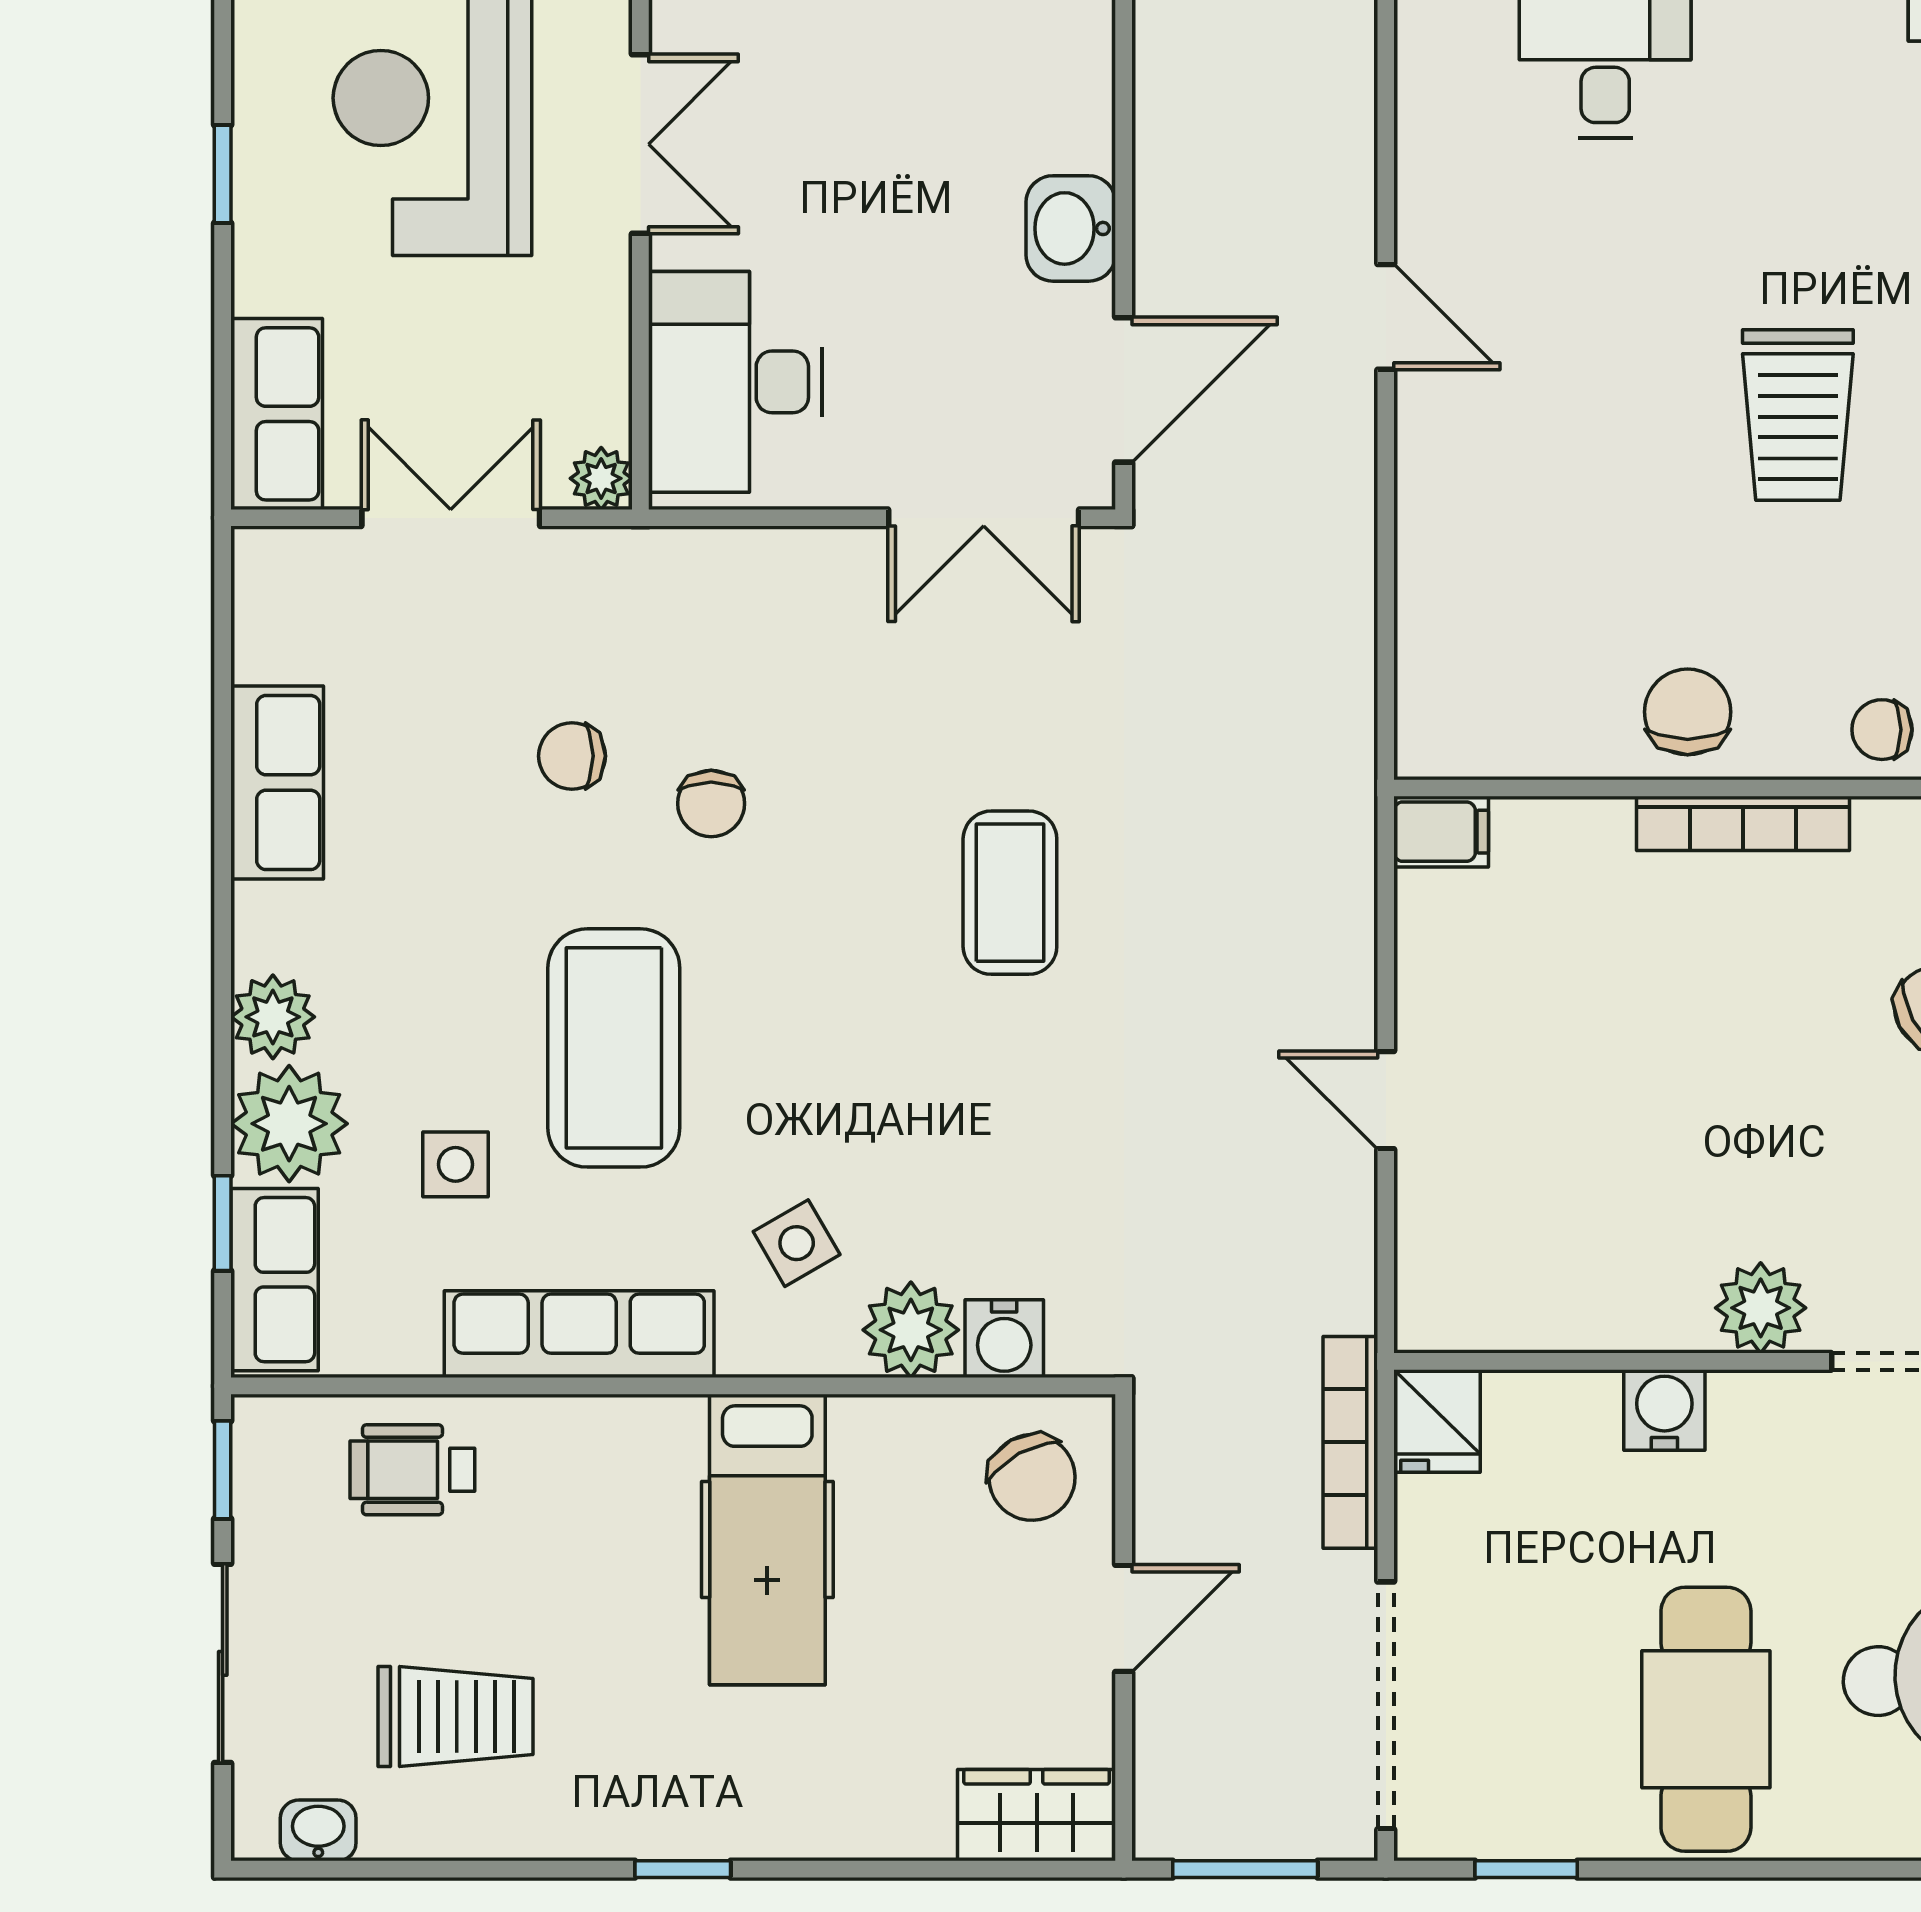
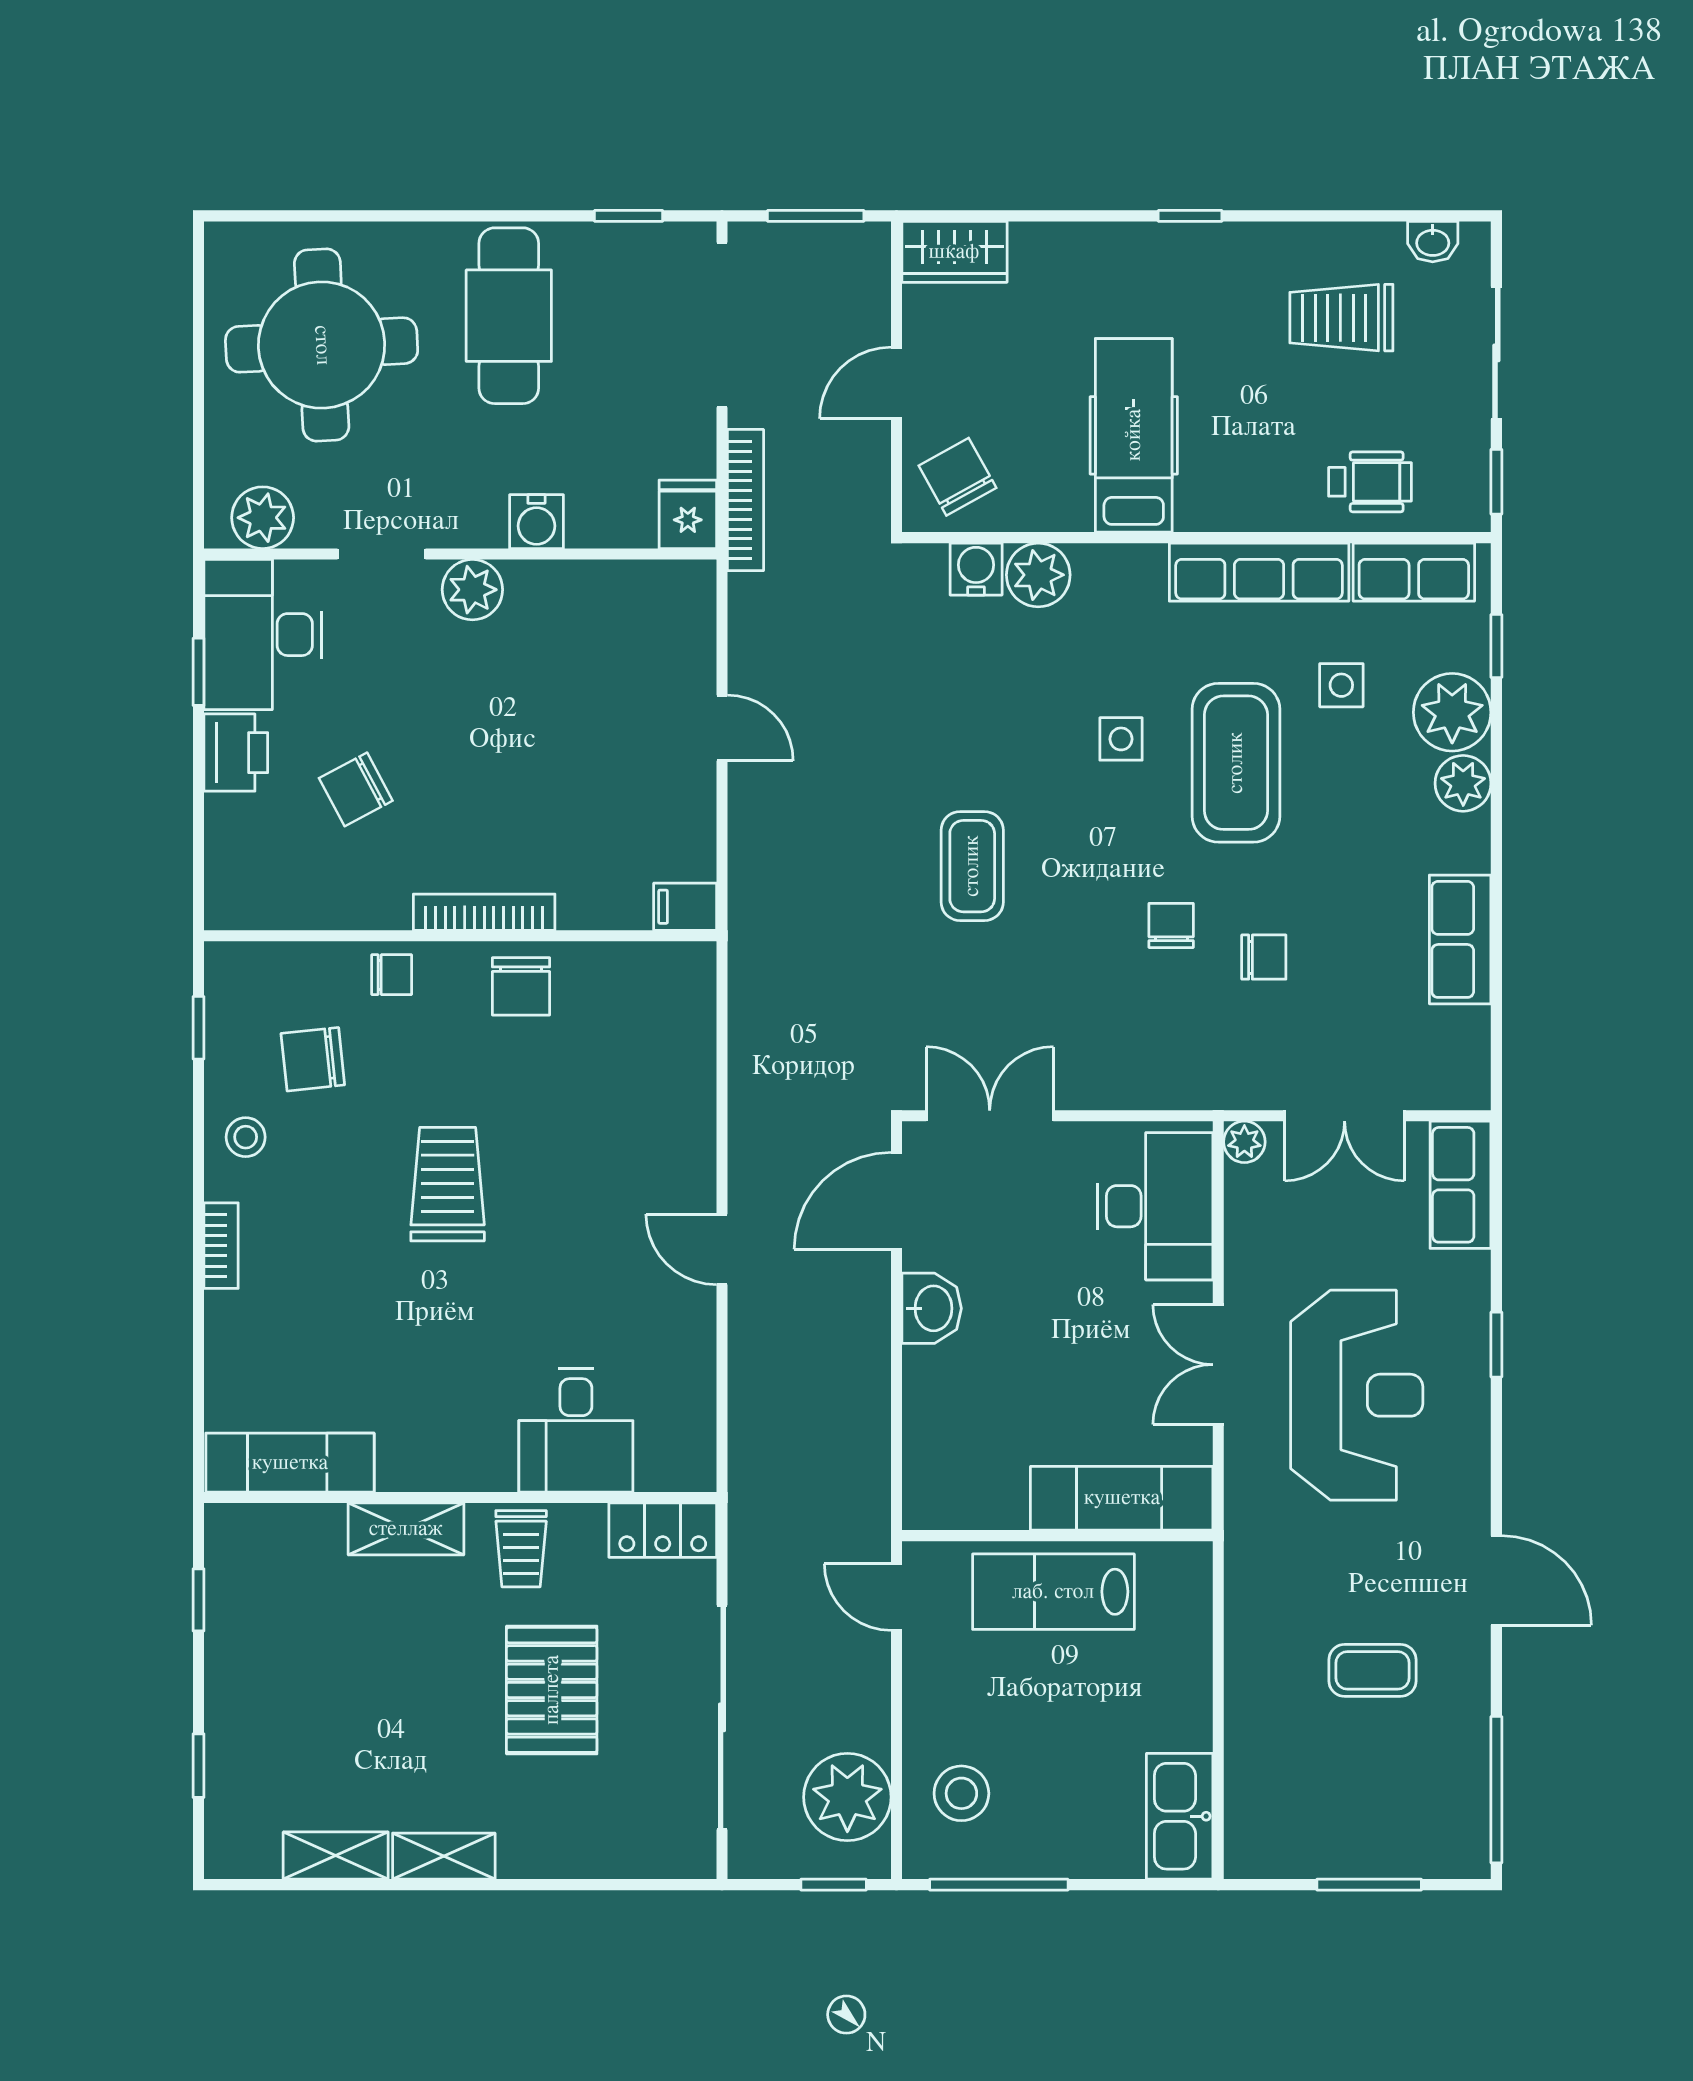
side table: (797, 1243) -> (1121, 739), moved, turned 30
row of seats: (274, 1280) -> (1414, 572), moved, turned -90

